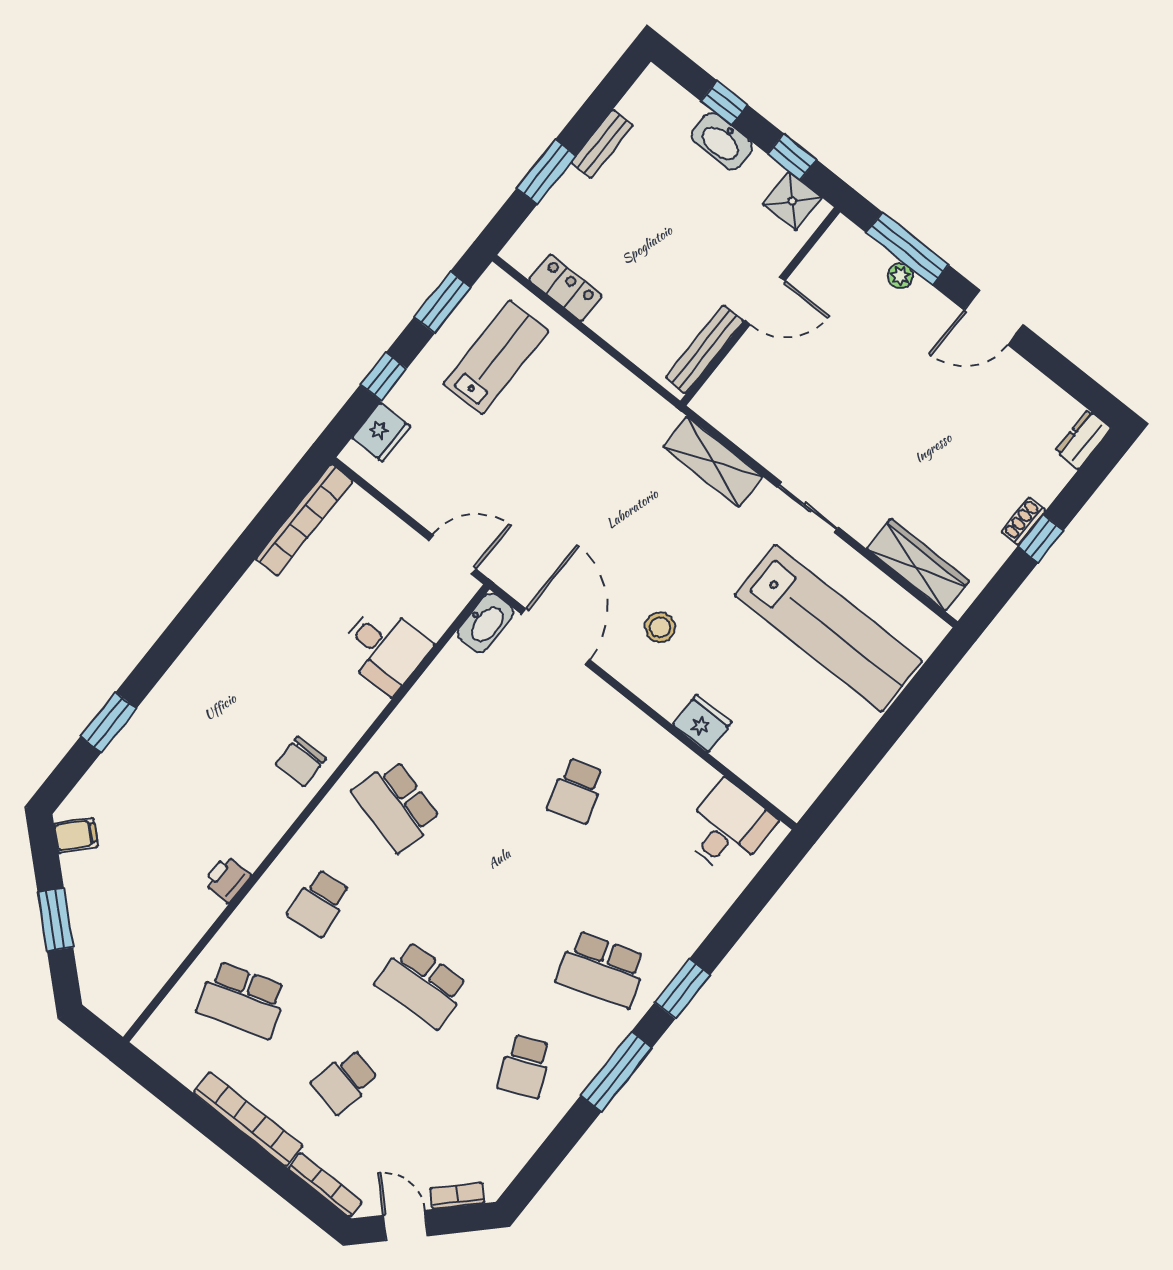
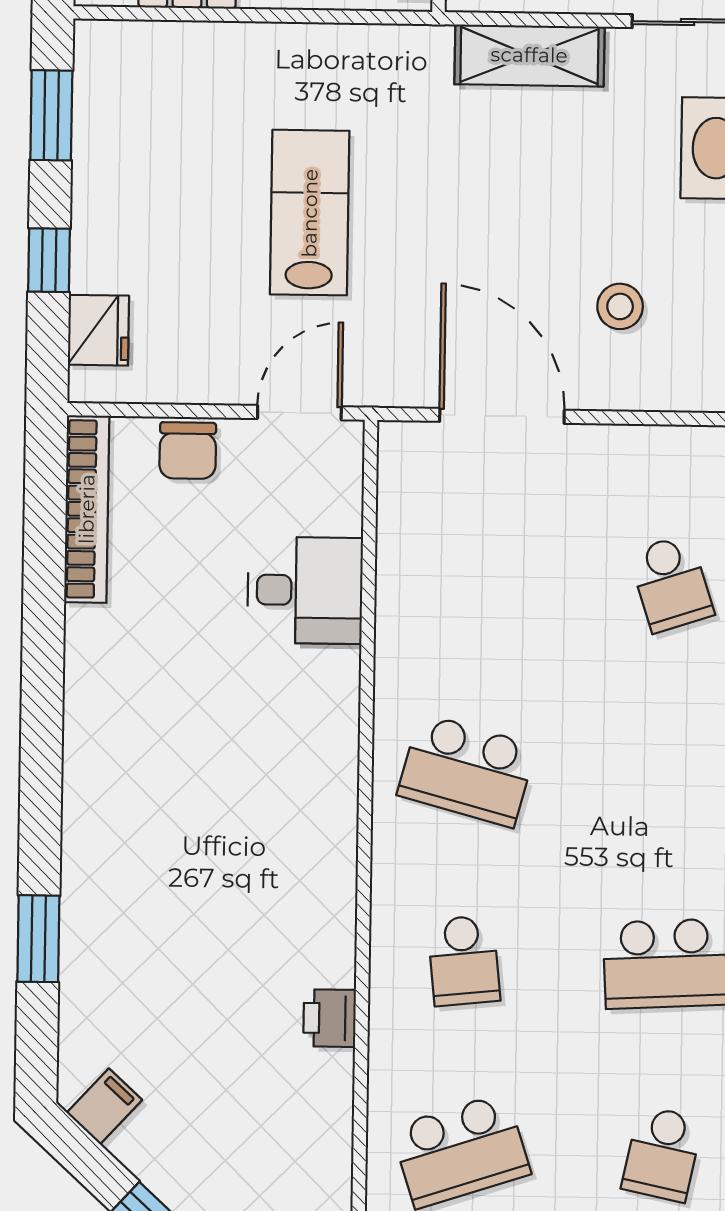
lab bench: (496, 357) -> (310, 213), moved
washbasin: (485, 623) -> (403, 465), removed
chair: (301, 762) -> (188, 451), moved

